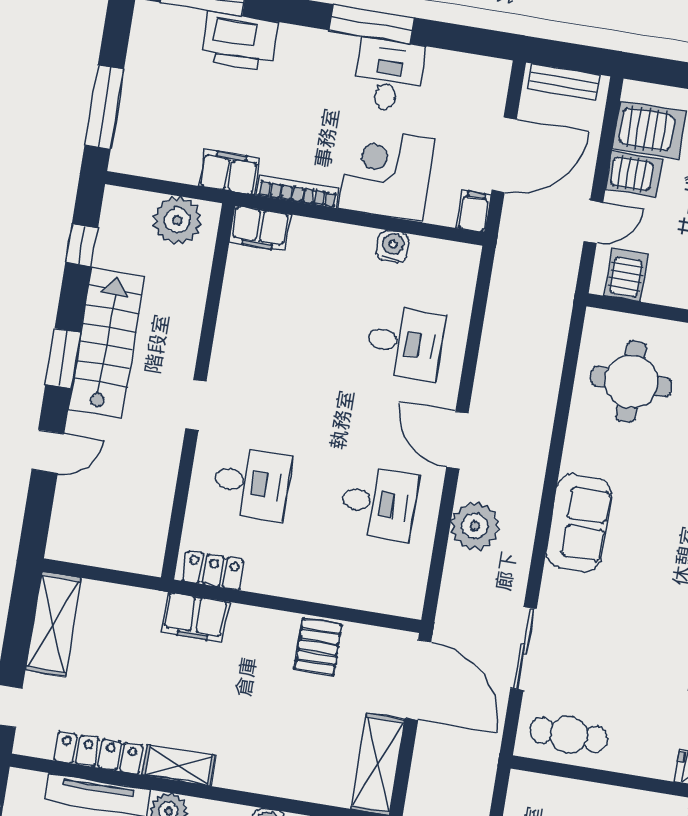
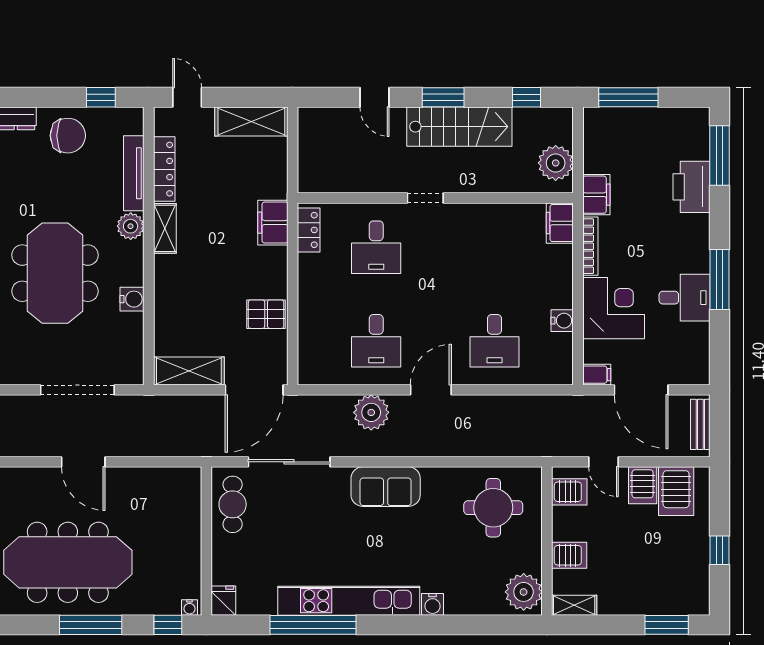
sliding door: (524, 649) -> (289, 462), width x1.37

